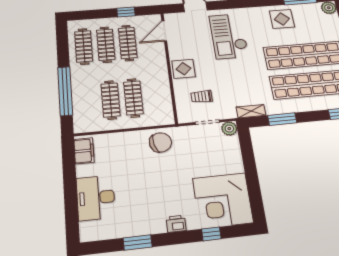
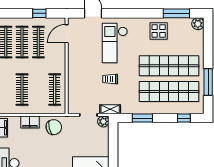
display table: (184, 69) -> (77, 69), removed
trolley: (202, 97) -> (110, 79), moved
clothes rail: (133, 98) -> (55, 90), moved
shelving: (251, 111) -> (110, 109), moved
filing cabinet: (126, 139) -> (30, 122), added

